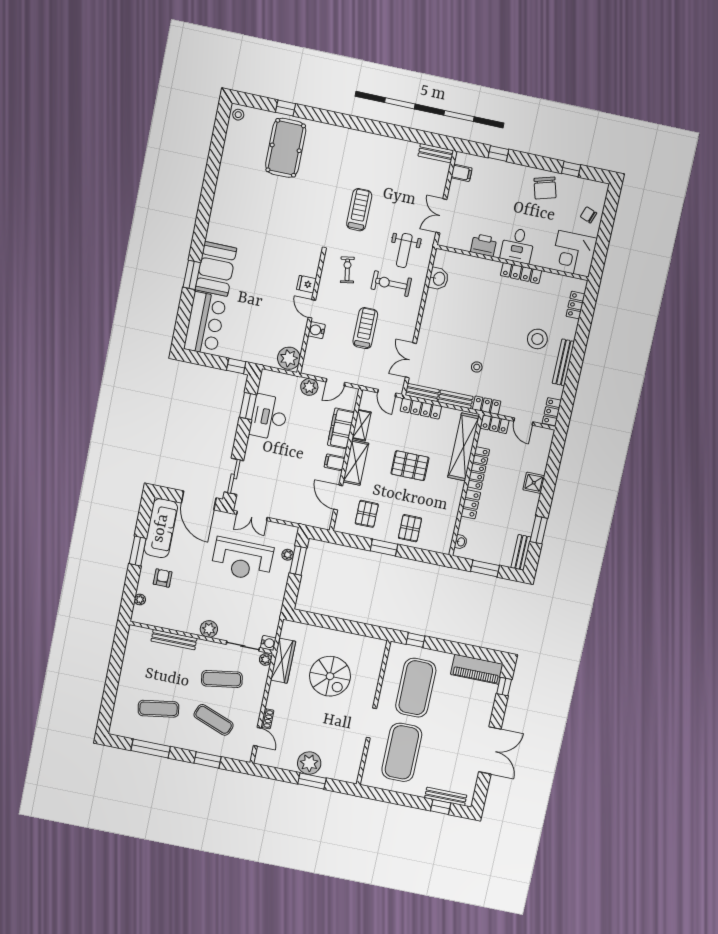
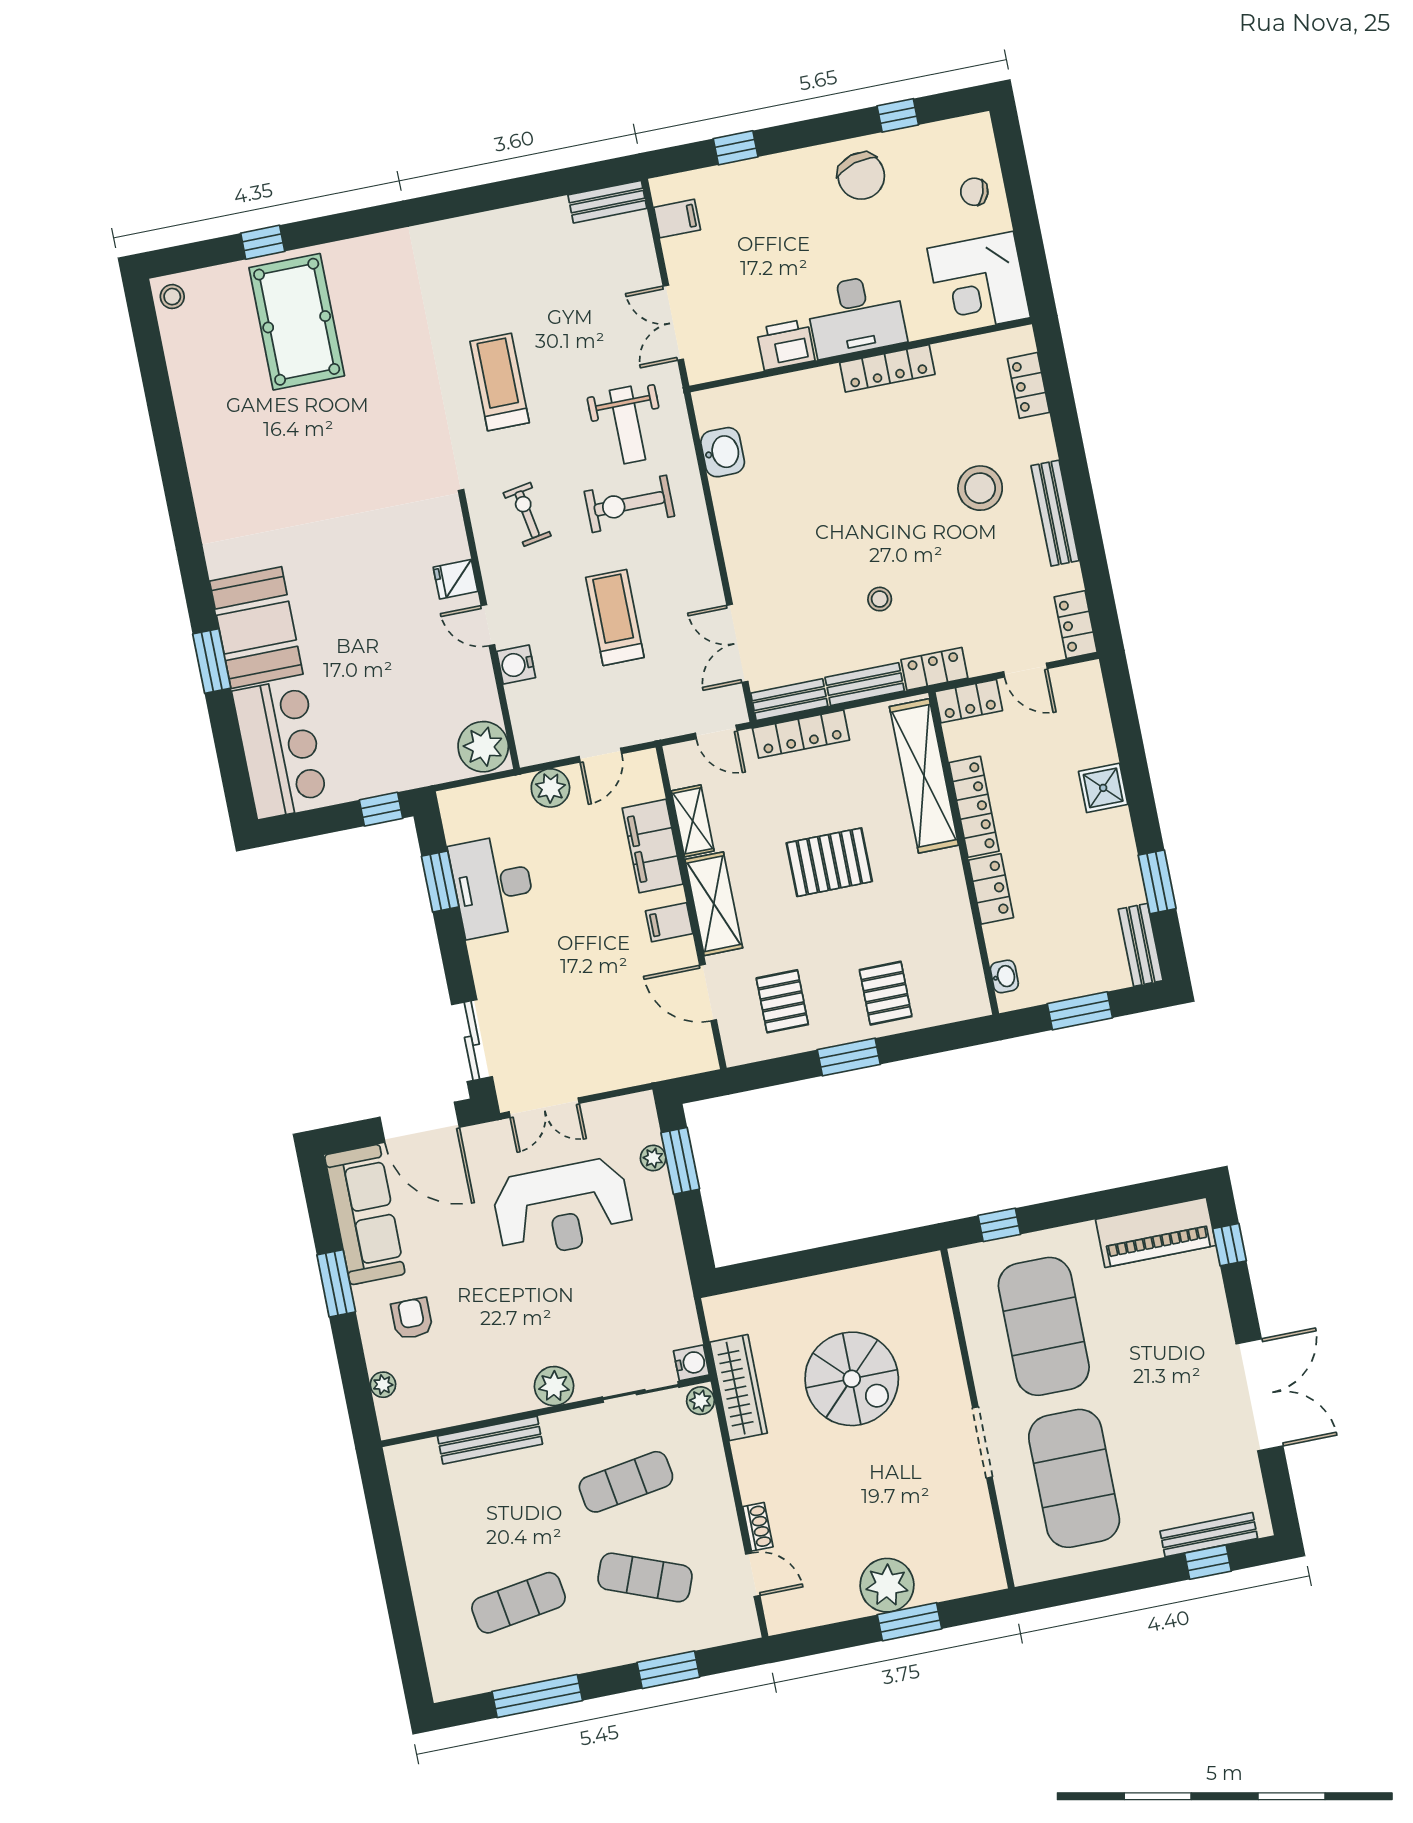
desk: (518, 245) -> (856, 316), width x1.37

